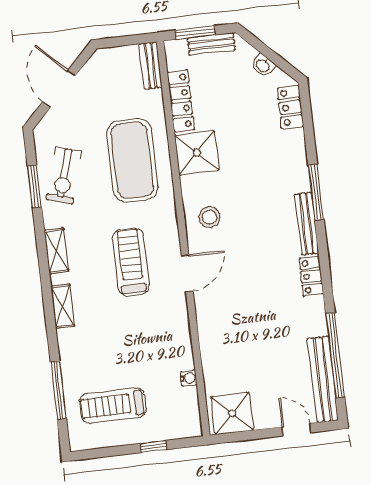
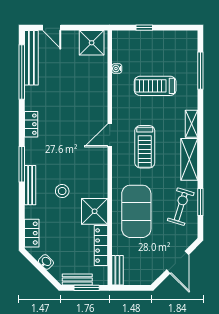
window: (316, 192) -> (22, 164), moved
stool: (210, 217) -> (62, 191), moved
bench: (307, 224) -> (30, 185), moved
shelving: (56, 251) -> (189, 159), width x1.50, depth x1.33
treadmill: (113, 405) -> (155, 86), moved, turned 180

